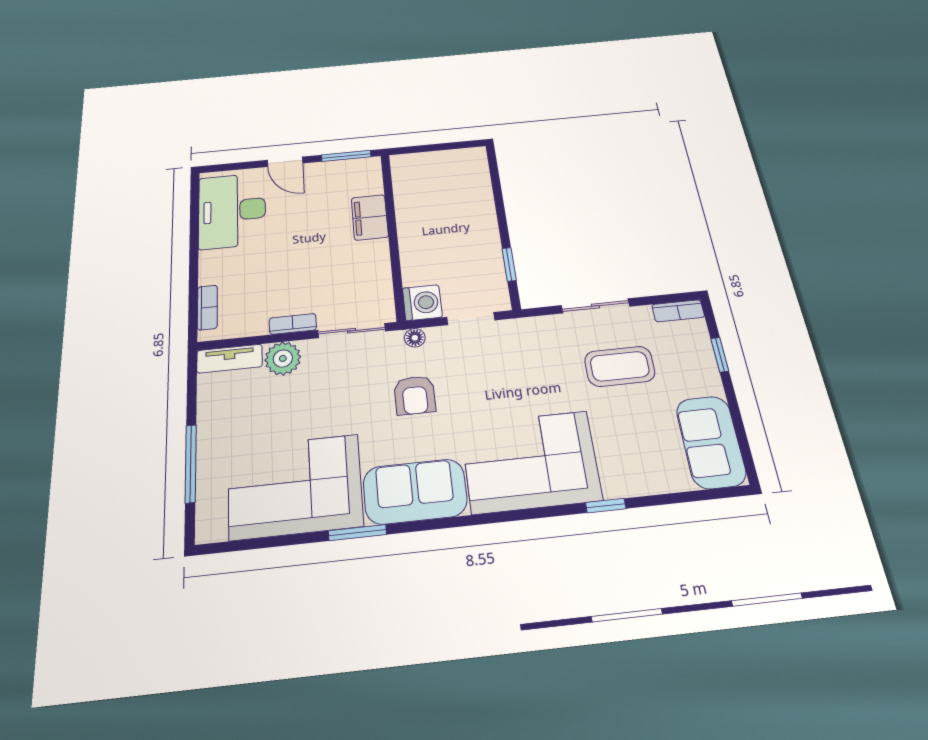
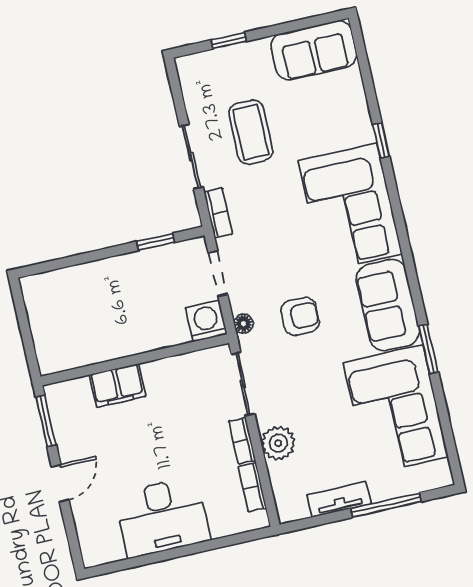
desk: (232, 211) -> (162, 517), moved
bookcase: (207, 307) -> (252, 487), moved, turned -90
bookcase: (678, 311) -> (218, 213), moved
tv unit: (230, 359) -> (339, 499), moved, turned -90

